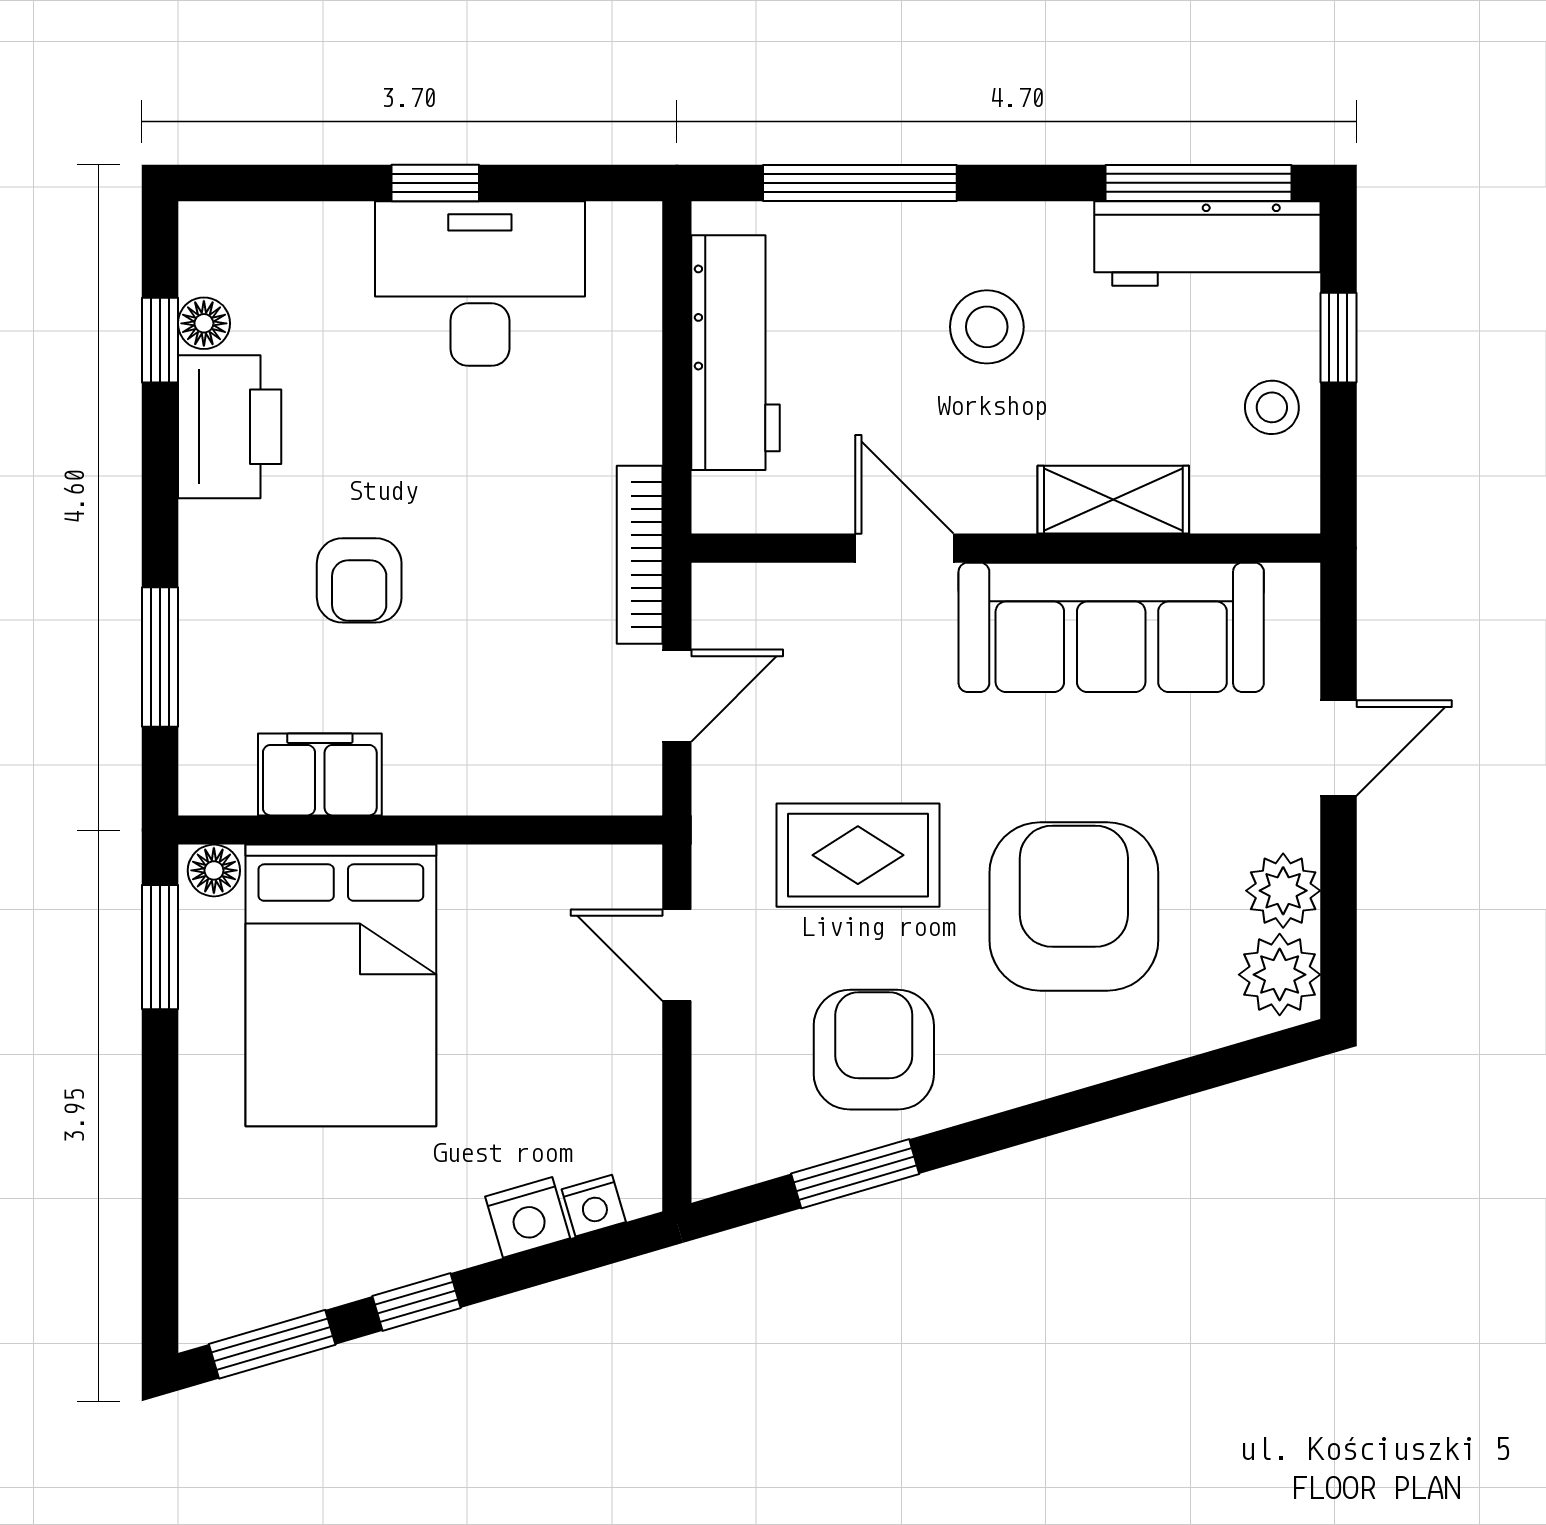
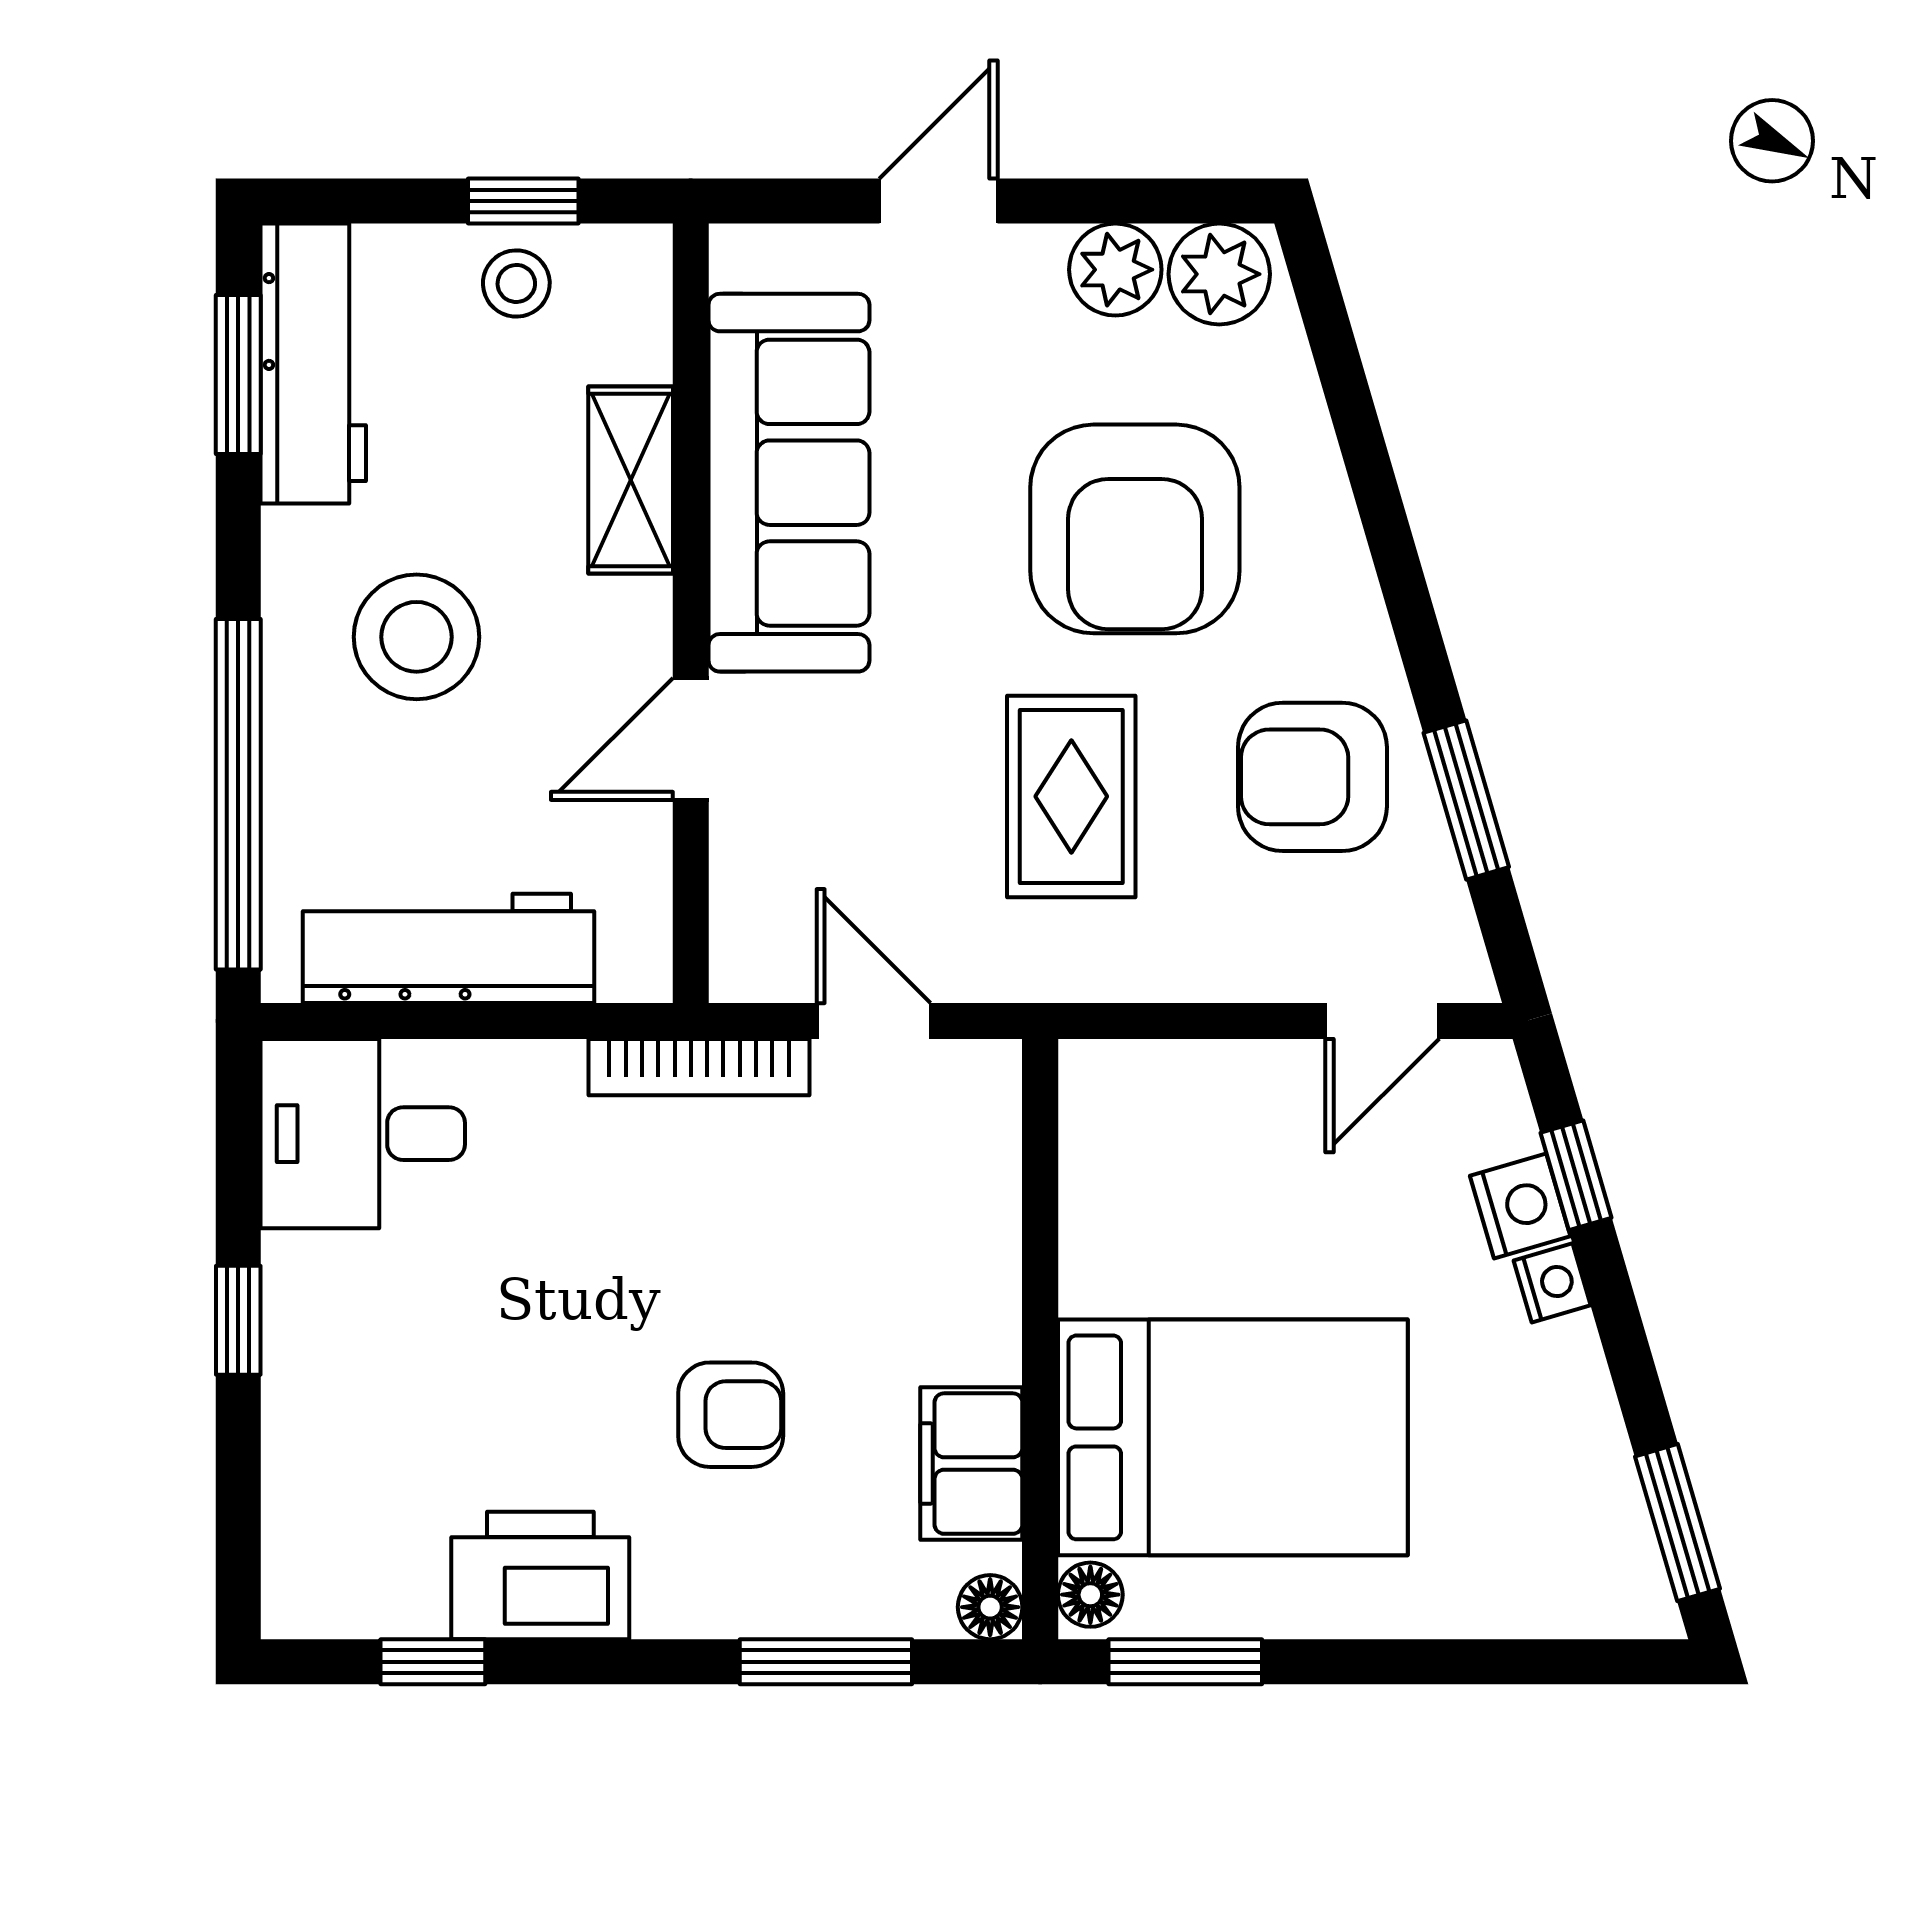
window: (860, 183) -> (238, 794), width x1.46
window: (1198, 183) -> (238, 374), width x0.69
desk: (480, 283) -> (363, 1134), moved, width x0.73
floor lamp: (204, 323) -> (990, 1607), moved
stool: (987, 327) -> (417, 637), width x1.38, depth x1.38
window: (1338, 338) -> (523, 201), moved
door: (1338, 748) -> (938, 201), hinge flipped
armchair: (1074, 906) -> (1135, 529), turned -90
door: (677, 955) -> (1382, 1021), moved
nightstand: (594, 1206) -> (1552, 1283), moved
window: (417, 1302) -> (1576, 1175), moved

